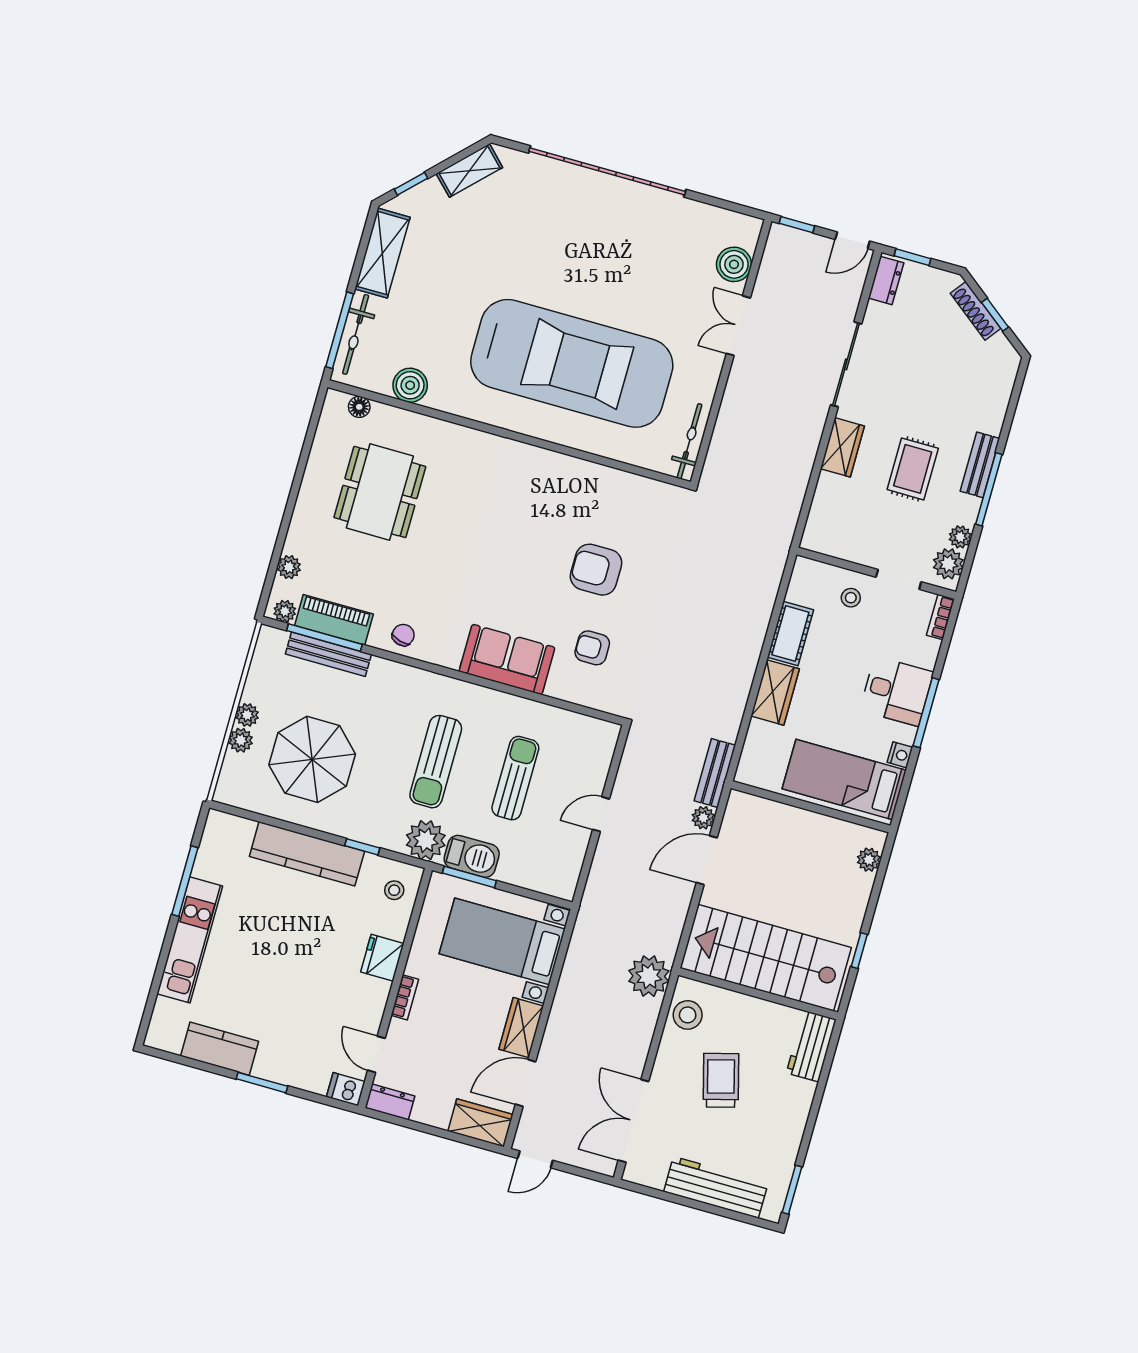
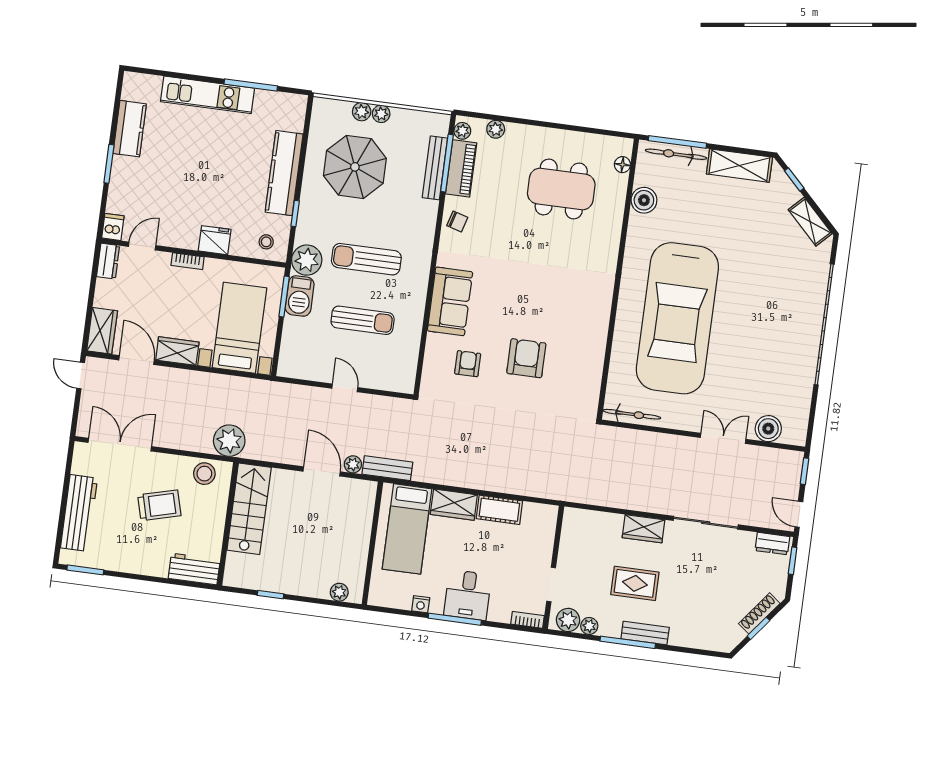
stool: (851, 598) -> (532, 551), removed
bed: (844, 780) -> (407, 529), moved, turned 180
stairs: (766, 958) -> (249, 509), width x0.73, depth x0.66

